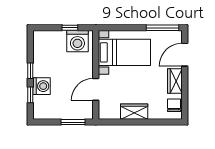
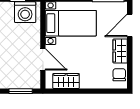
door: (96, 89) -> (43, 59), swing flipped
wardrobe: (134, 112) -> (66, 81), moved

